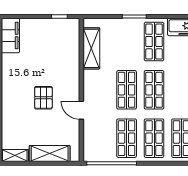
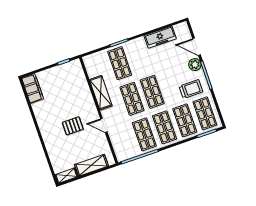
shop shelf: (154, 42) -> (120, 63), moved
shelving: (91, 48) -> (101, 93), moved
pallet: (43, 98) -> (73, 126), turned 90

